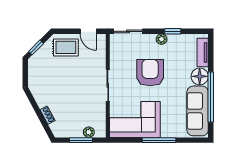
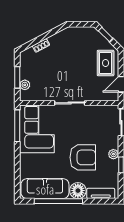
armchair: (150, 73) -> (83, 157), moved
window: (159, 140) -> (17, 126), moved

